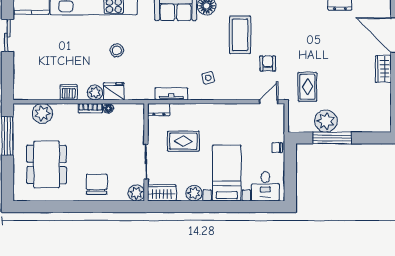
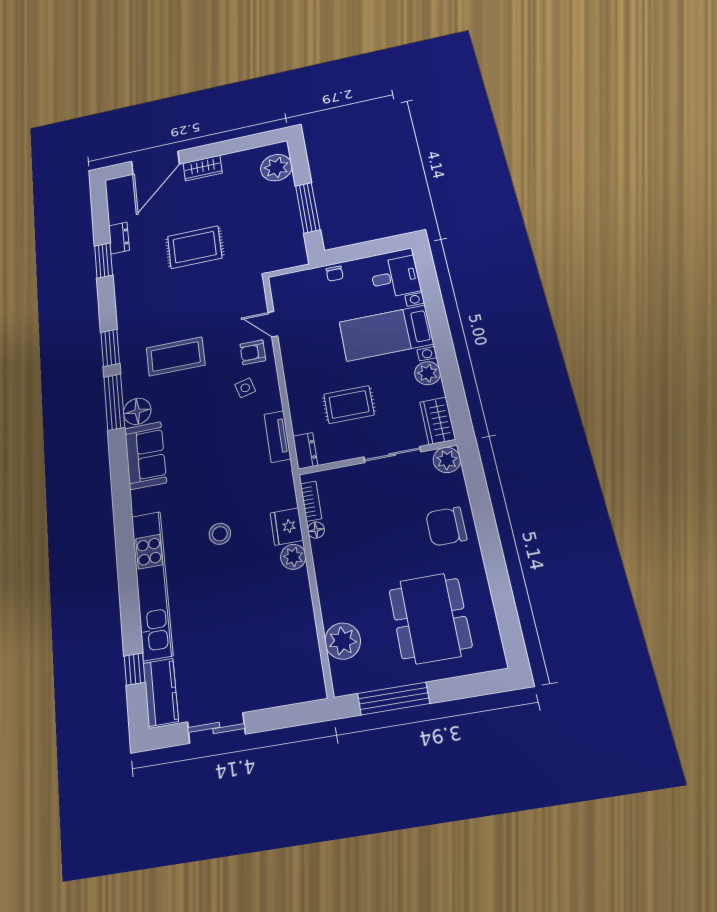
armchair: (268, 63) -> (253, 352), moved
rug: (307, 87) -> (195, 247), moved, width x1.36, depth x1.43
dishwasher: (69, 92) -> (299, 601), removed
door: (269, 102) -> (273, 324), moved
bookcase: (90, 108) -> (311, 501), moved
plant: (326, 121) -> (276, 168), moved
rug: (183, 141) -> (349, 405), turned 90
dining table: (47, 164) -> (430, 618), turned 90

